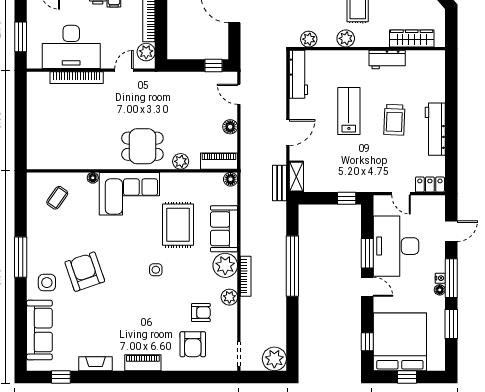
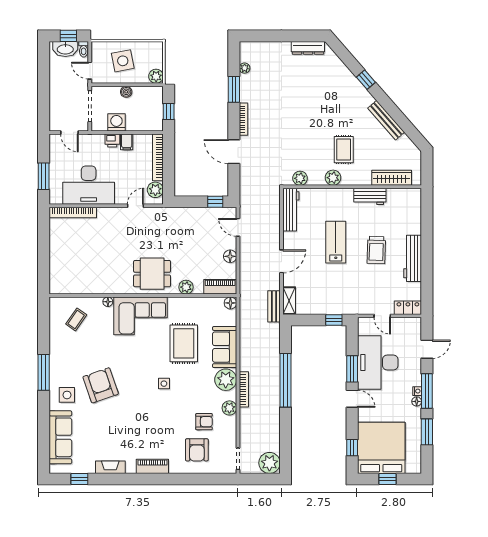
bookcase: (77, 78) -> (73, 213), moved

